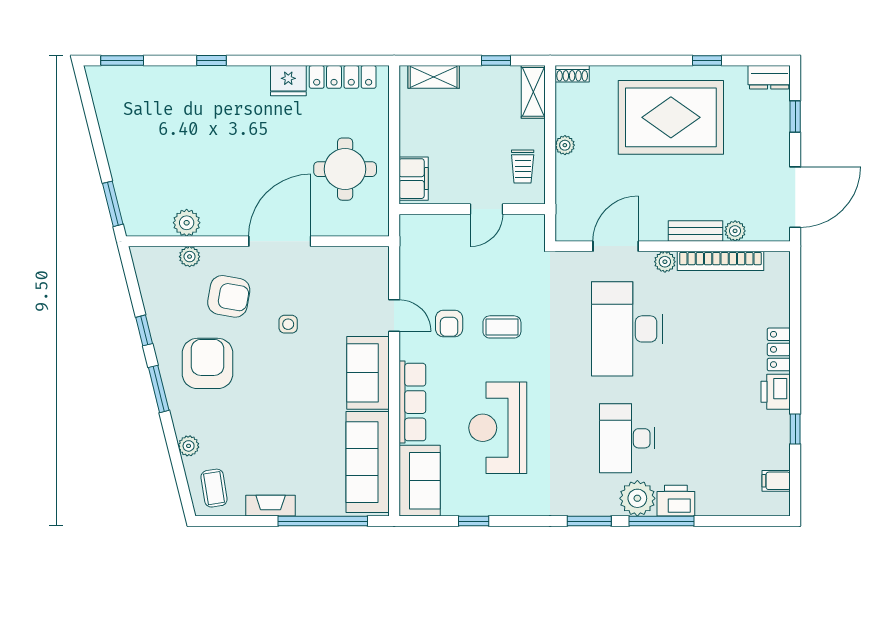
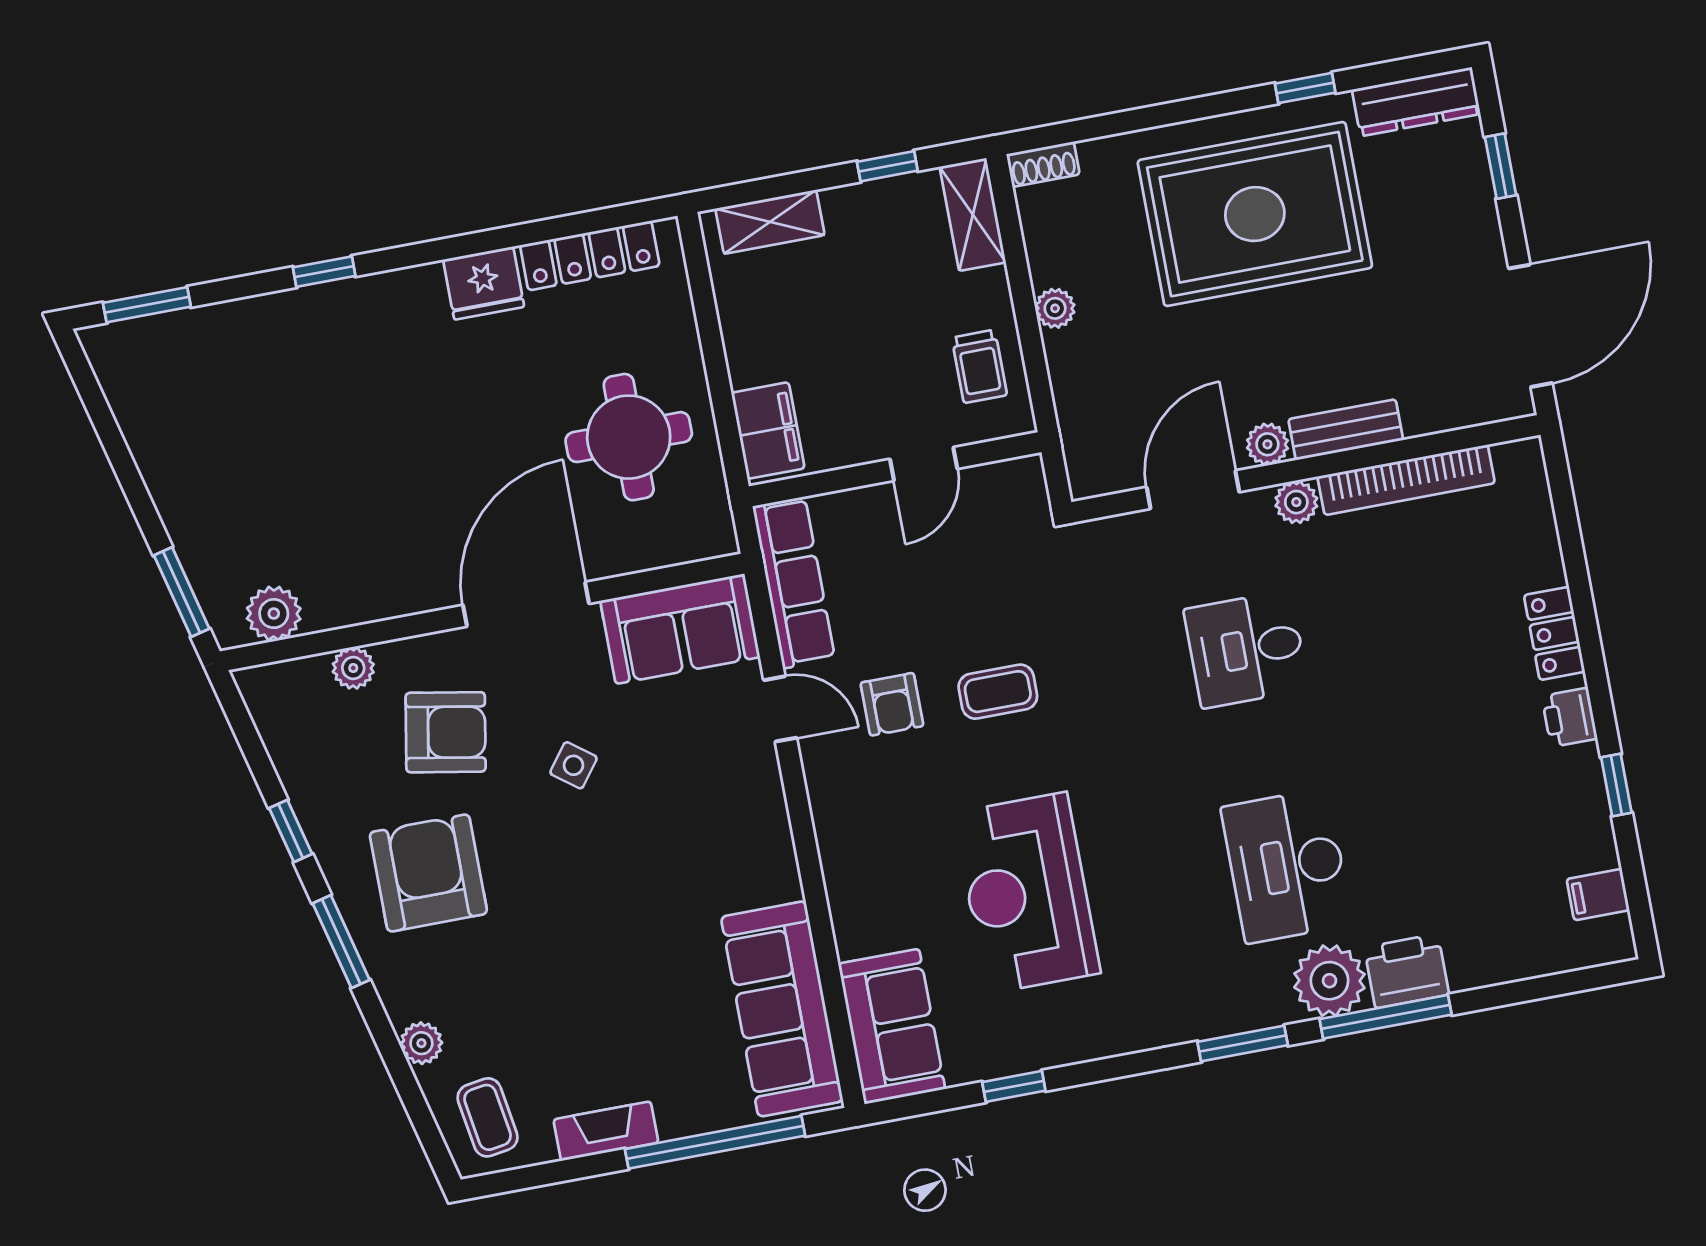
dresser: (769, 77) -> (1416, 102), width x1.44
plant: (187, 223) -> (274, 614), moved
plant: (735, 231) -> (1267, 444), moved
side table: (288, 324) -> (574, 765), turned 37
desk: (627, 329) -> (1246, 649), width x0.53, depth x0.77
sofa: (368, 373) -> (680, 629), moved, turned -90
printer: (776, 392) -> (1569, 717), width x0.73, depth x0.81
row of seats: (412, 402) -> (794, 583), moved

